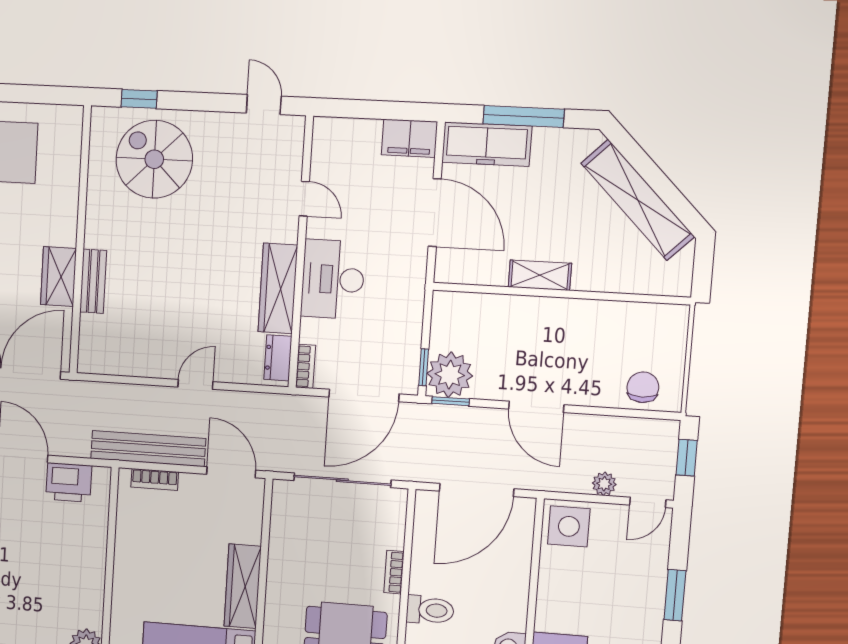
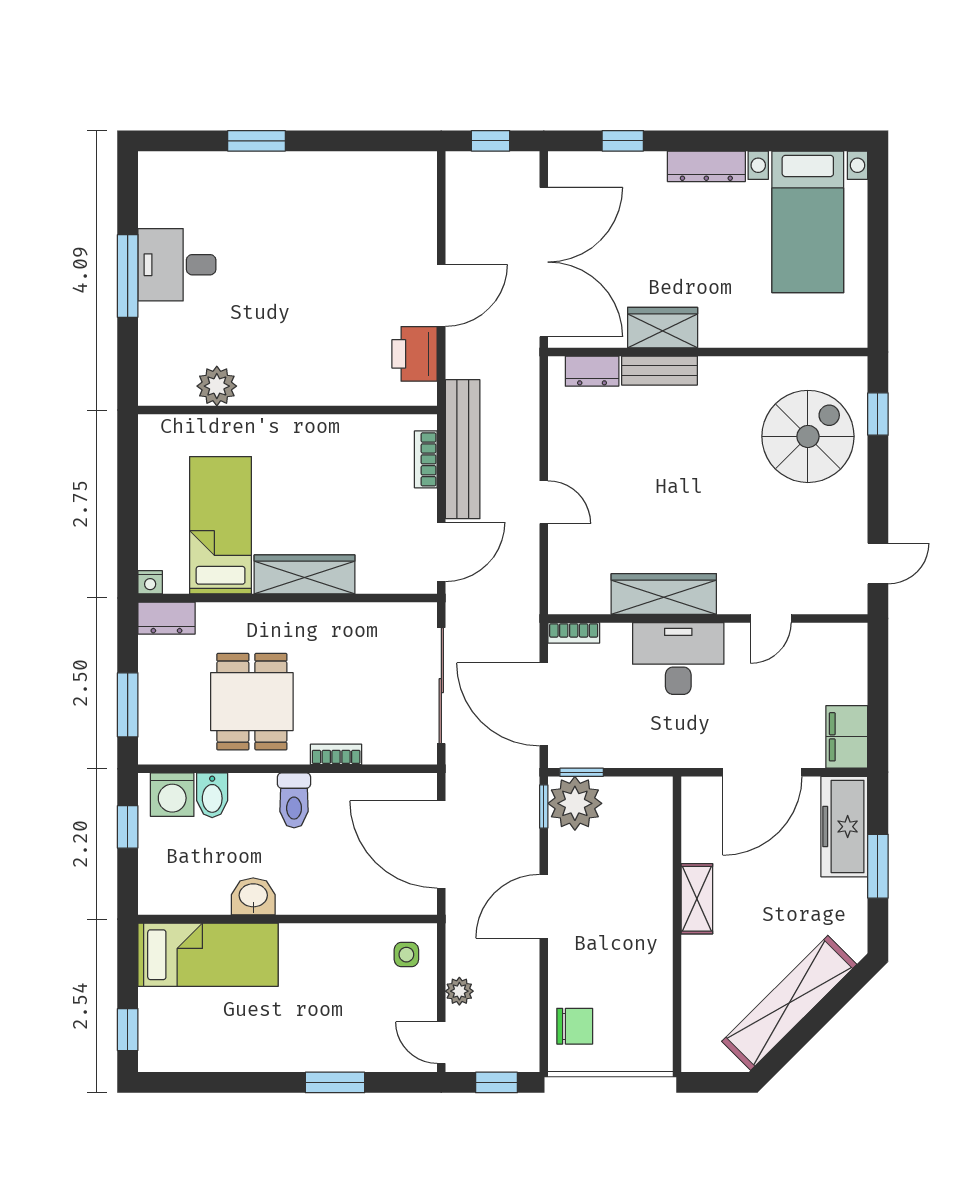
window: (524, 116) -> (878, 866), width x0.69
dresser: (278, 358) -> (592, 371), moved, turned 180
side table: (569, 526) -> (406, 955), width x0.54, depth x0.54

